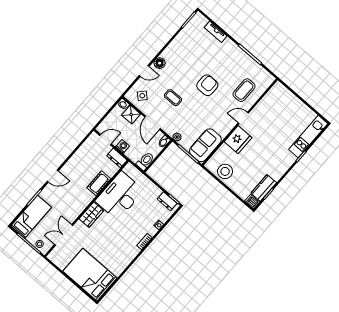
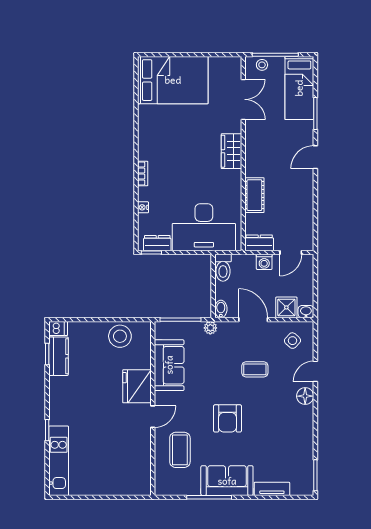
sofa: (234, 55) -> (227, 481), added
sofa: (205, 145) -> (169, 365), moved
desk: (120, 196) -> (204, 227), moved, turned 90

